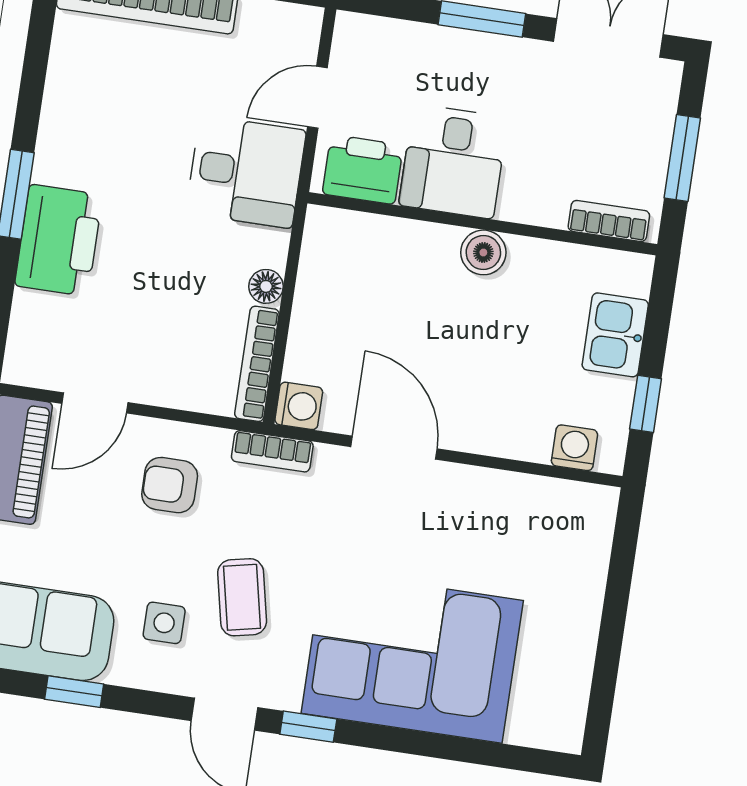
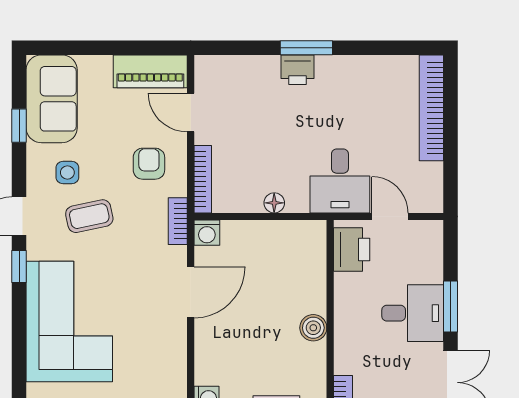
desk: (453, 161) -> (413, 313), moved, turned 180
printer: (59, 240) -> (297, 70), width x0.53, depth x0.68
bookcase: (257, 364) -> (203, 179), moved, turned 90

